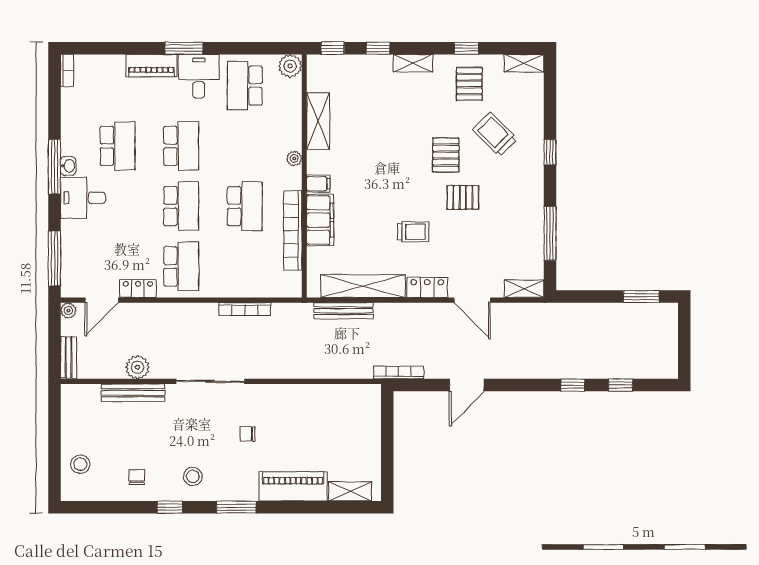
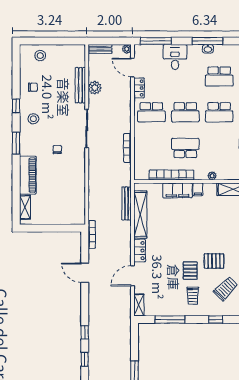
desk: (83, 198) -> (175, 57), moved
school desk: (245, 206) -> (185, 148), turned 180
trolley: (413, 232) -> (193, 296), moved

